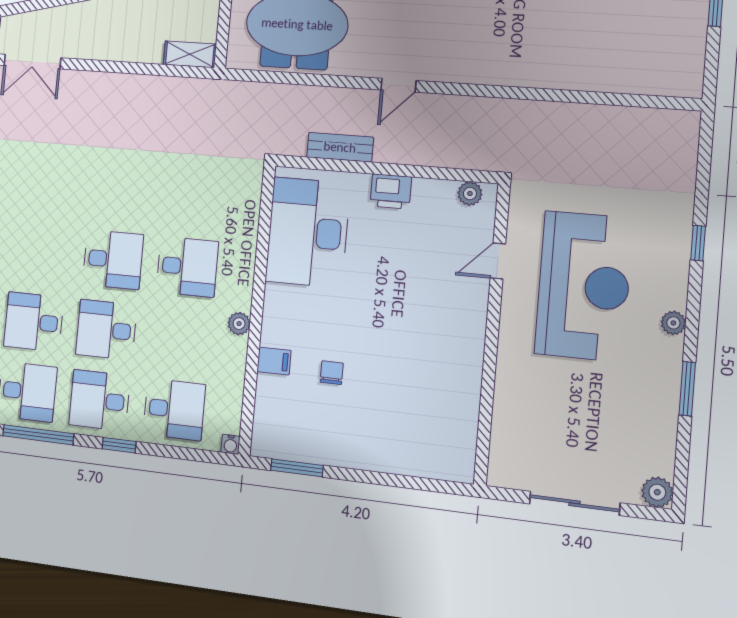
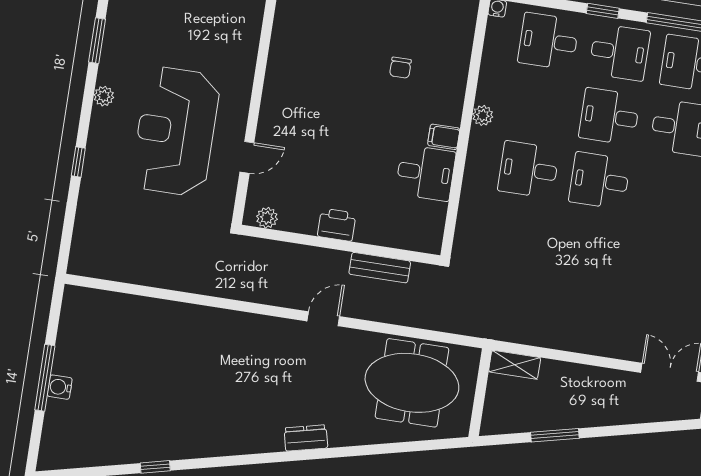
desk: (308, 232) -> (426, 173), width x0.53, depth x0.77
desk: (106, 330) -> (609, 116), turned 180
filing cabinet: (274, 361) -> (444, 137), moved

